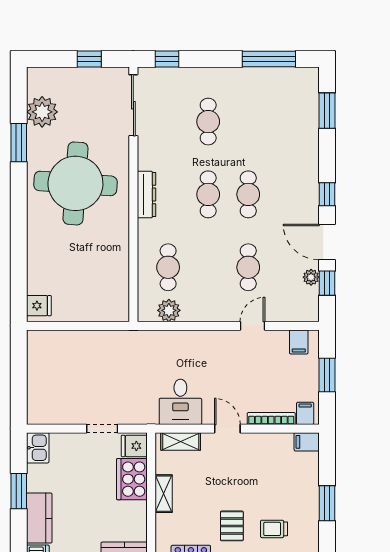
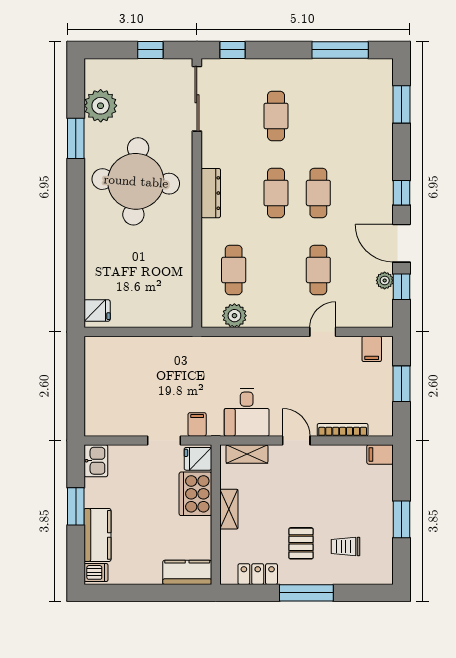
filing cabinet: (305, 413) -> (197, 424), moved

